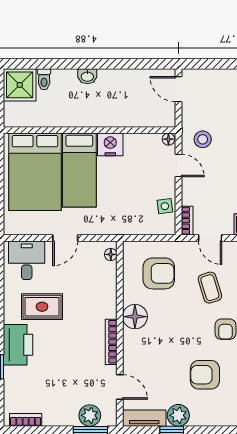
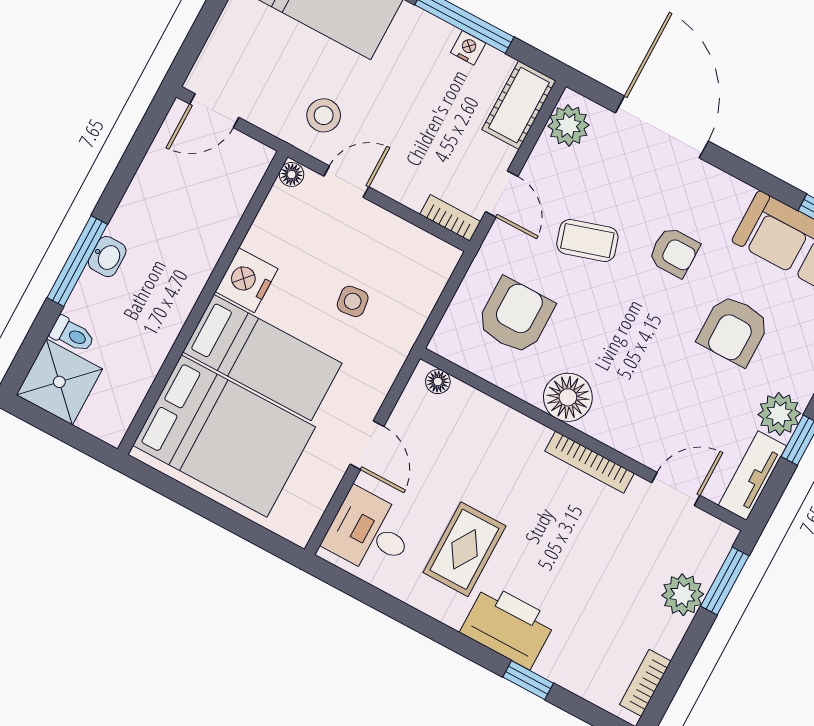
window: (78, 64) -> (77, 261), added
side table: (165, 206) -> (353, 301), moved
door: (210, 238) -> (502, 194), hinge flipped
plant: (90, 415) -> (683, 595), moved

